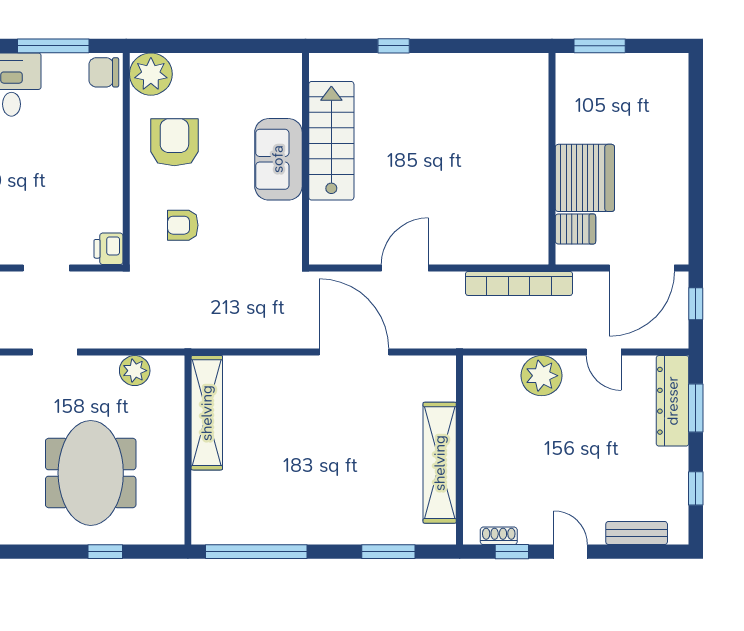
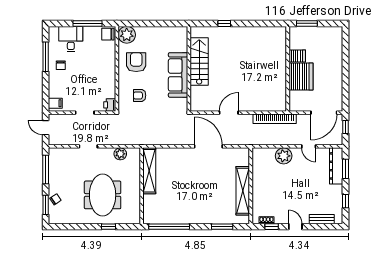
sofa: (278, 159) -> (178, 75), width x1.36
server rack: (575, 229) -> (297, 56), moved

